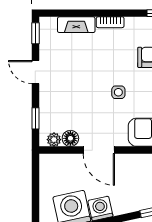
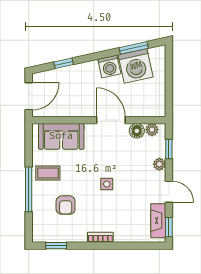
fireplace: (76, 25) -> (158, 221), moved, turned -90
side table: (118, 92) -> (107, 184), moved
plant: (46, 102) -> (159, 164), added

